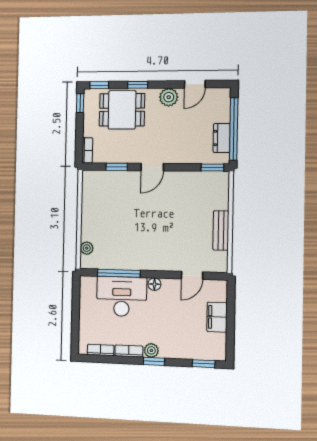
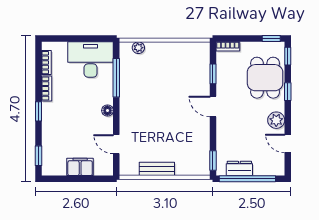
desk: (122, 296) -> (91, 59), moved, turned -90
plant: (151, 350) -> (48, 109), removed

